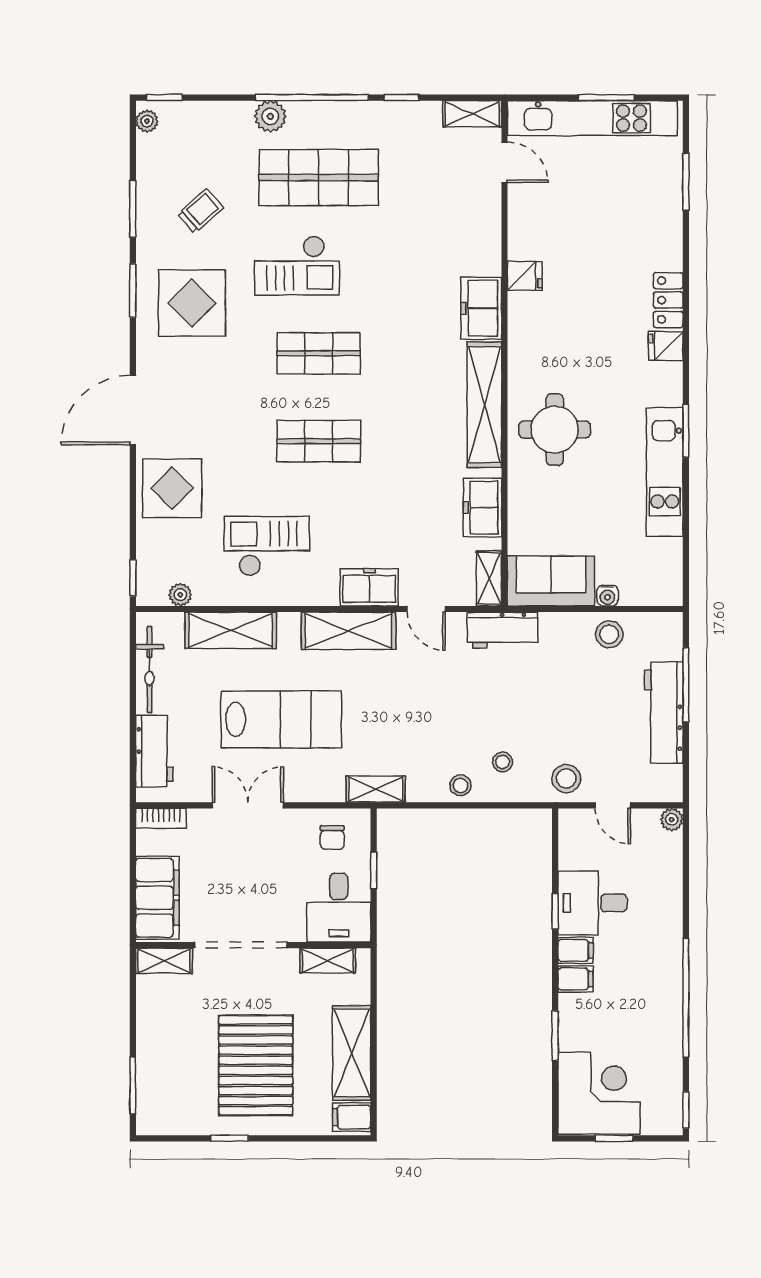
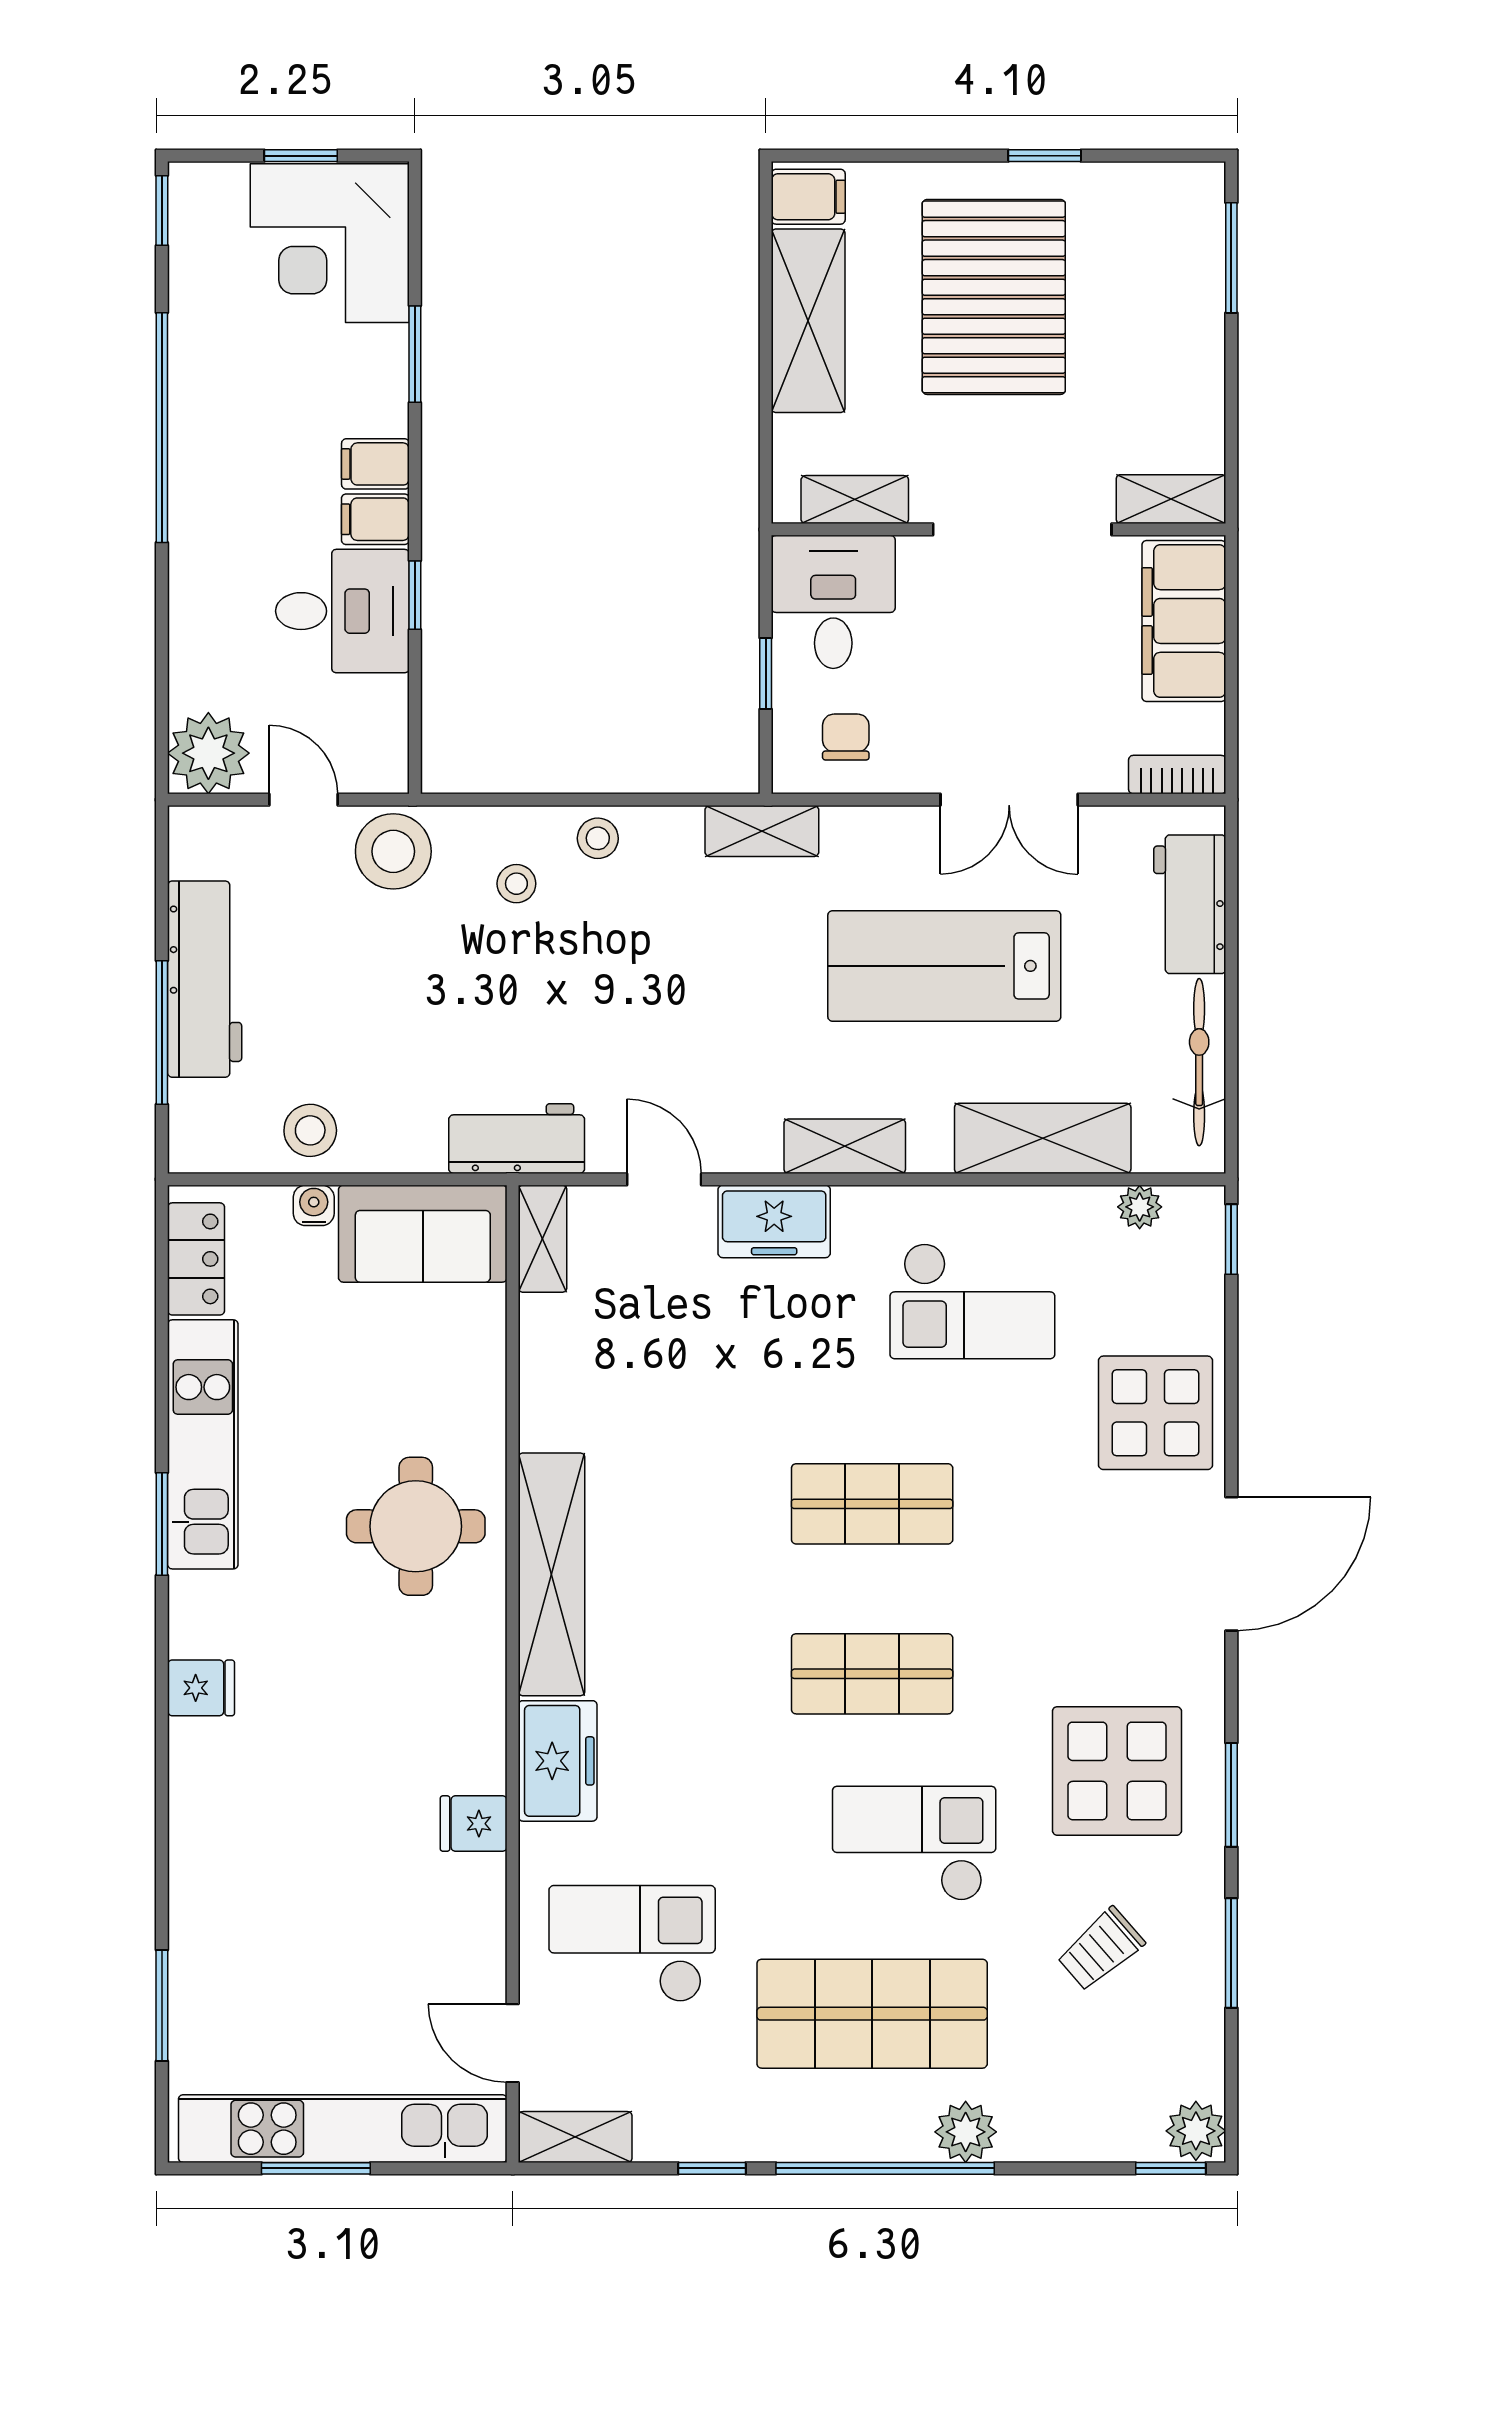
plant: (147, 121) -> (1196, 2131), width x1.38, depth x1.38
checkout: (443, 214) -> (632, 1944), added
locker: (668, 300) -> (196, 1259), moved
freezer: (482, 508) -> (555, 1375), removed
shelving: (348, 631) -> (845, 1146), width x0.67, depth x0.75
stool: (566, 779) -> (393, 851), width x1.38, depth x1.38
plant: (672, 819) -> (208, 753), width x1.88, depth x1.88

